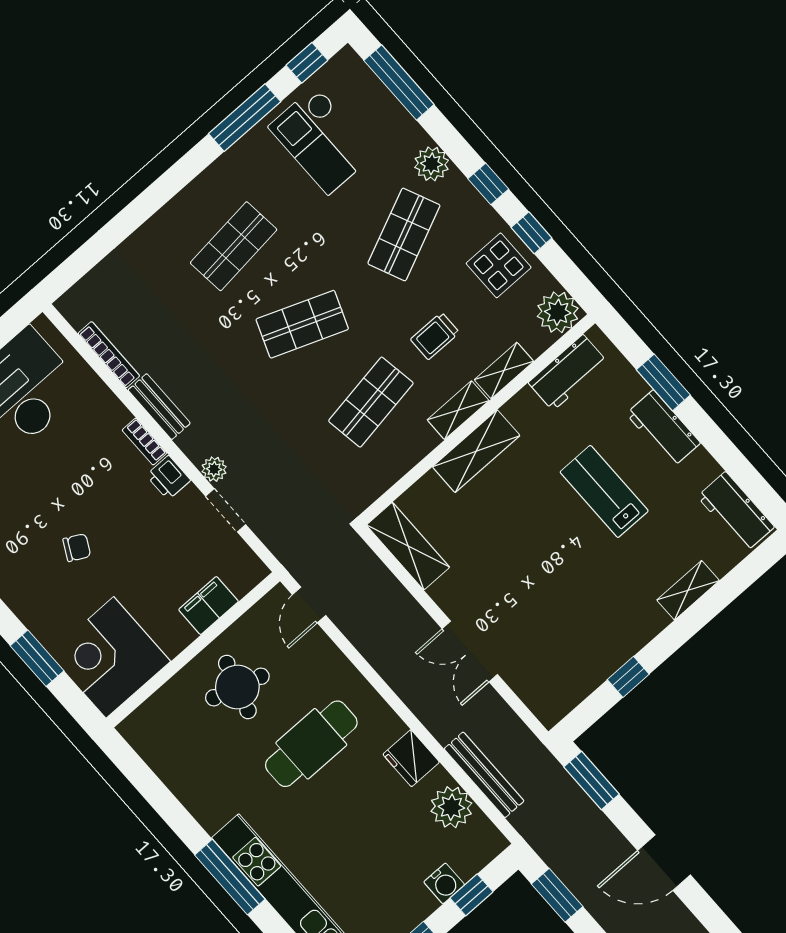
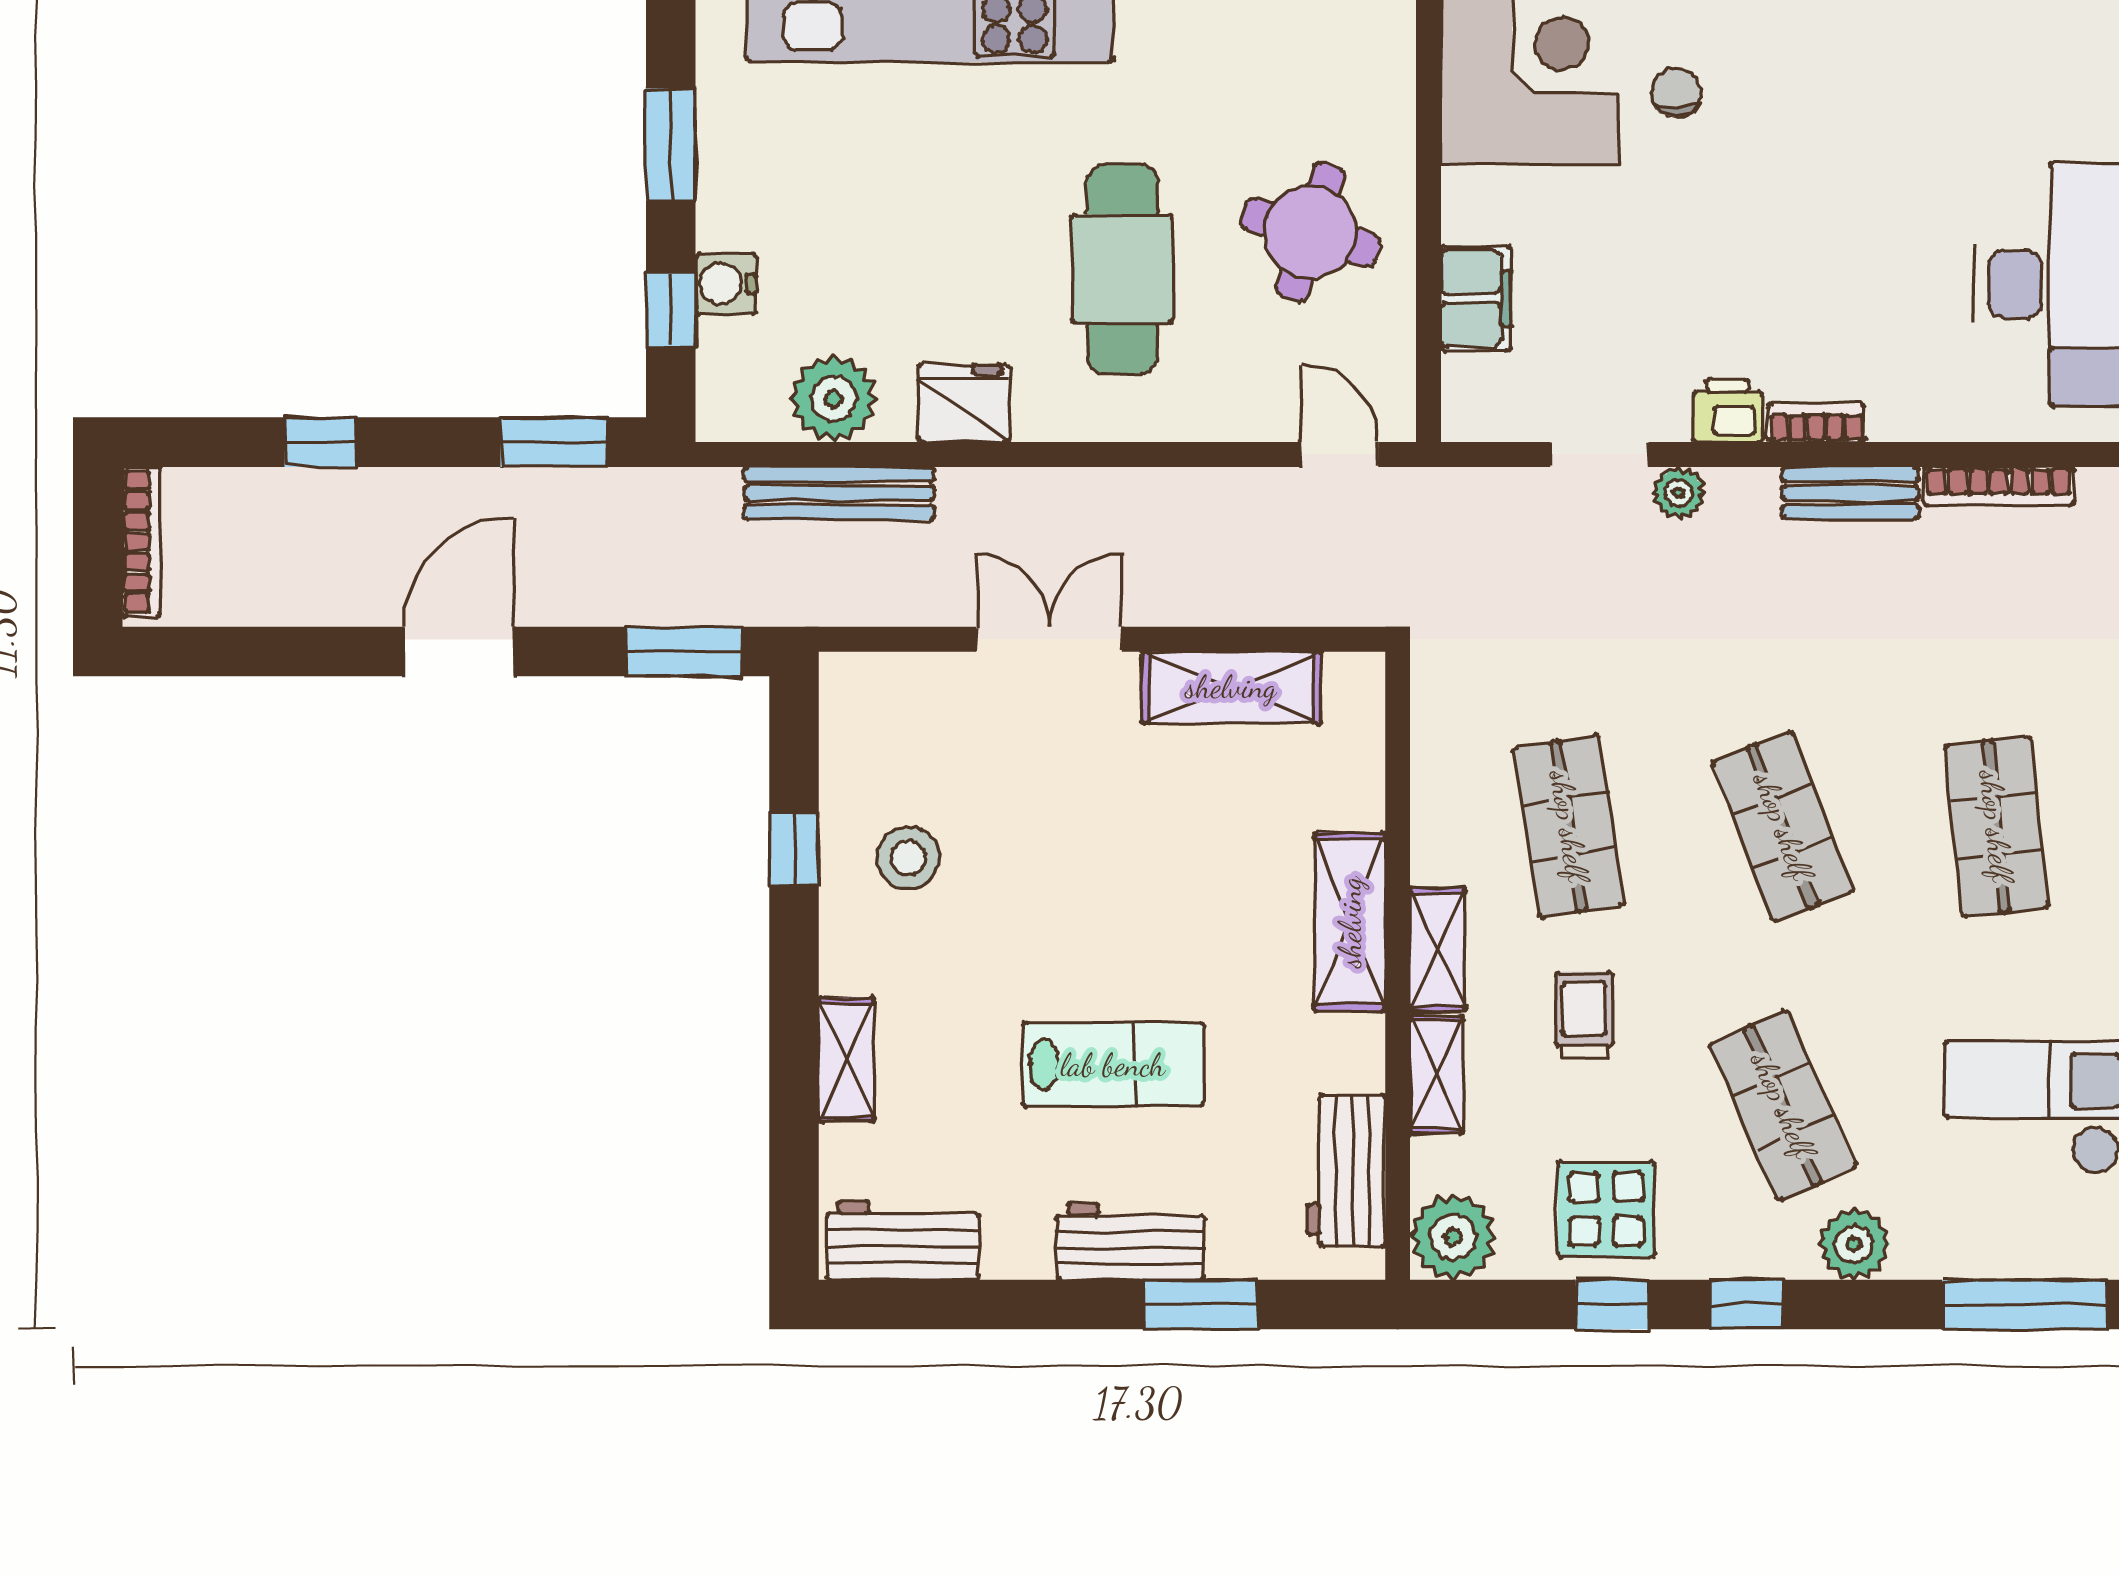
shop shelf: (302, 324) -> (1783, 826), turned -42
shelving: (408, 546) -> (1231, 687), moved
chair: (77, 548) -> (1676, 93), moved, turned 152
stool: (595, 633) -> (908, 858), added

